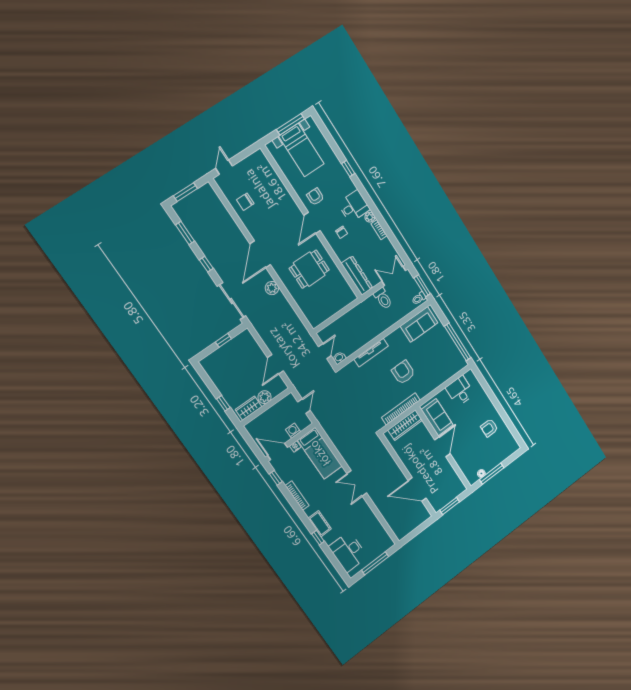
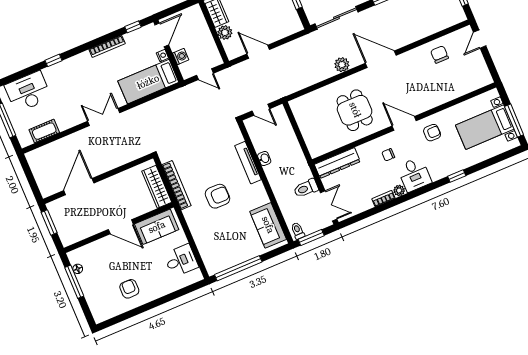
door: (224, 167) -> (480, 39), swing flipped
washbasin: (339, 358) -> (264, 159), moved
cot: (320, 524) -> (44, 131), moved

